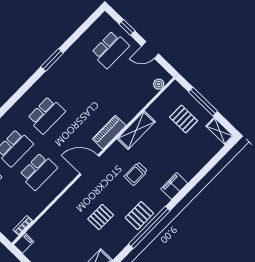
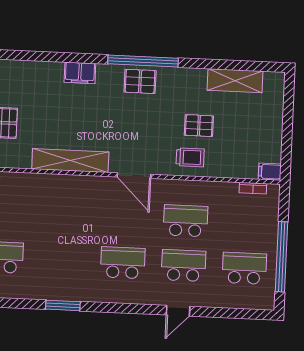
shelving: (136, 130) -> (70, 160), width x1.47
piano: (109, 132) -> (84, 185), removed
trolley: (136, 174) -> (190, 157), moved
pallet: (101, 217) -> (199, 126), moved

